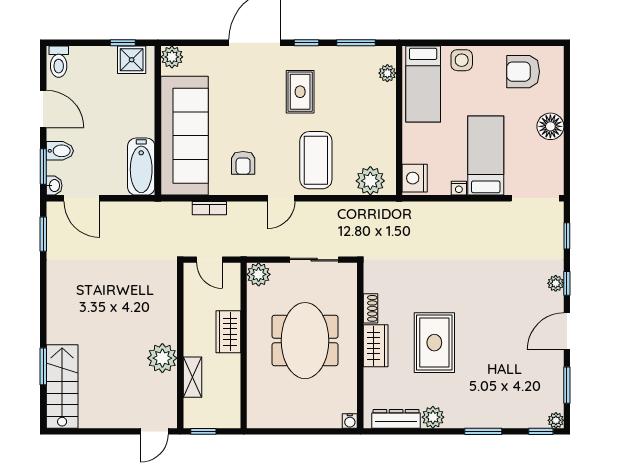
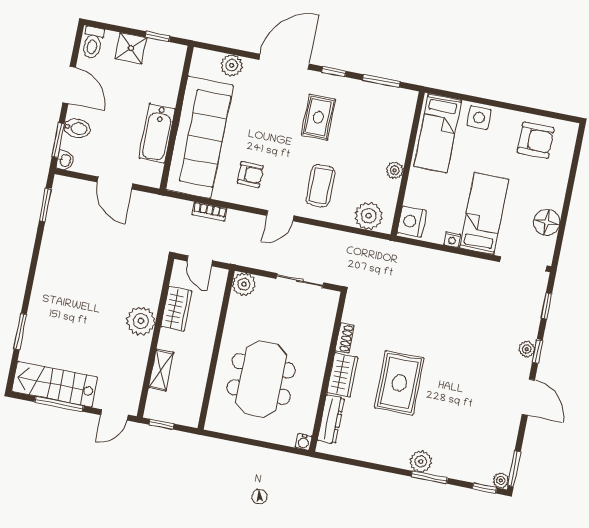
plant: (172, 57) -> (232, 65), moved
shower: (132, 60) -> (131, 48), moved
armchair: (523, 72) -> (536, 140), turned 180
plant: (387, 73) -> (395, 170), moved
floor lamp: (550, 126) -> (547, 222), moved
coffee table: (316, 160) -> (320, 186), width x0.73, depth x0.76
armchair: (243, 163) -> (250, 175), turned -90
bathtub: (141, 167) -> (157, 133), moved
door: (82, 198) -> (115, 183), moved
door: (567, 331) -> (528, 397), swing flipped
wardrobe: (228, 332) -> (176, 309), moved, turned 180
meeting table: (305, 341) -> (261, 379), moved
plant: (162, 358) -> (141, 321), moved
window: (567, 385) -> (514, 469), moved
stairs: (62, 386) -> (55, 384), moved, turned -90
plant: (433, 417) -> (421, 461), moved
dresser: (396, 419) -> (331, 419), moved, turned 90
window: (97, 431) -> (59, 404), added

